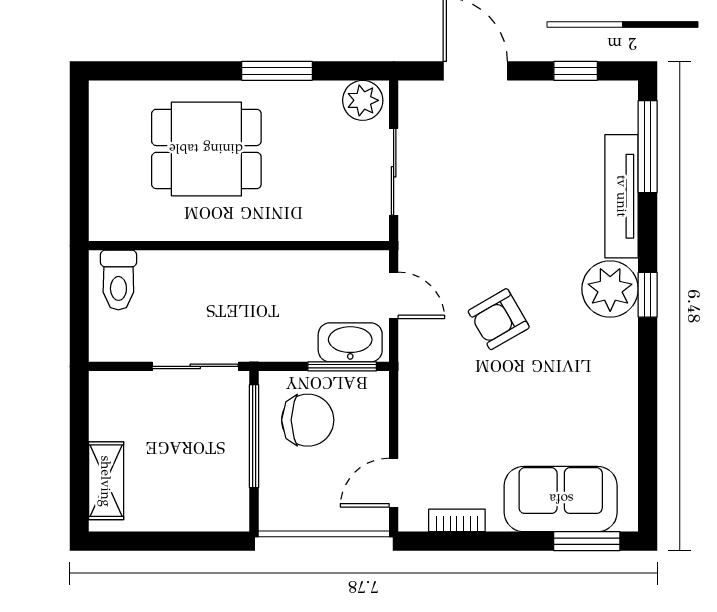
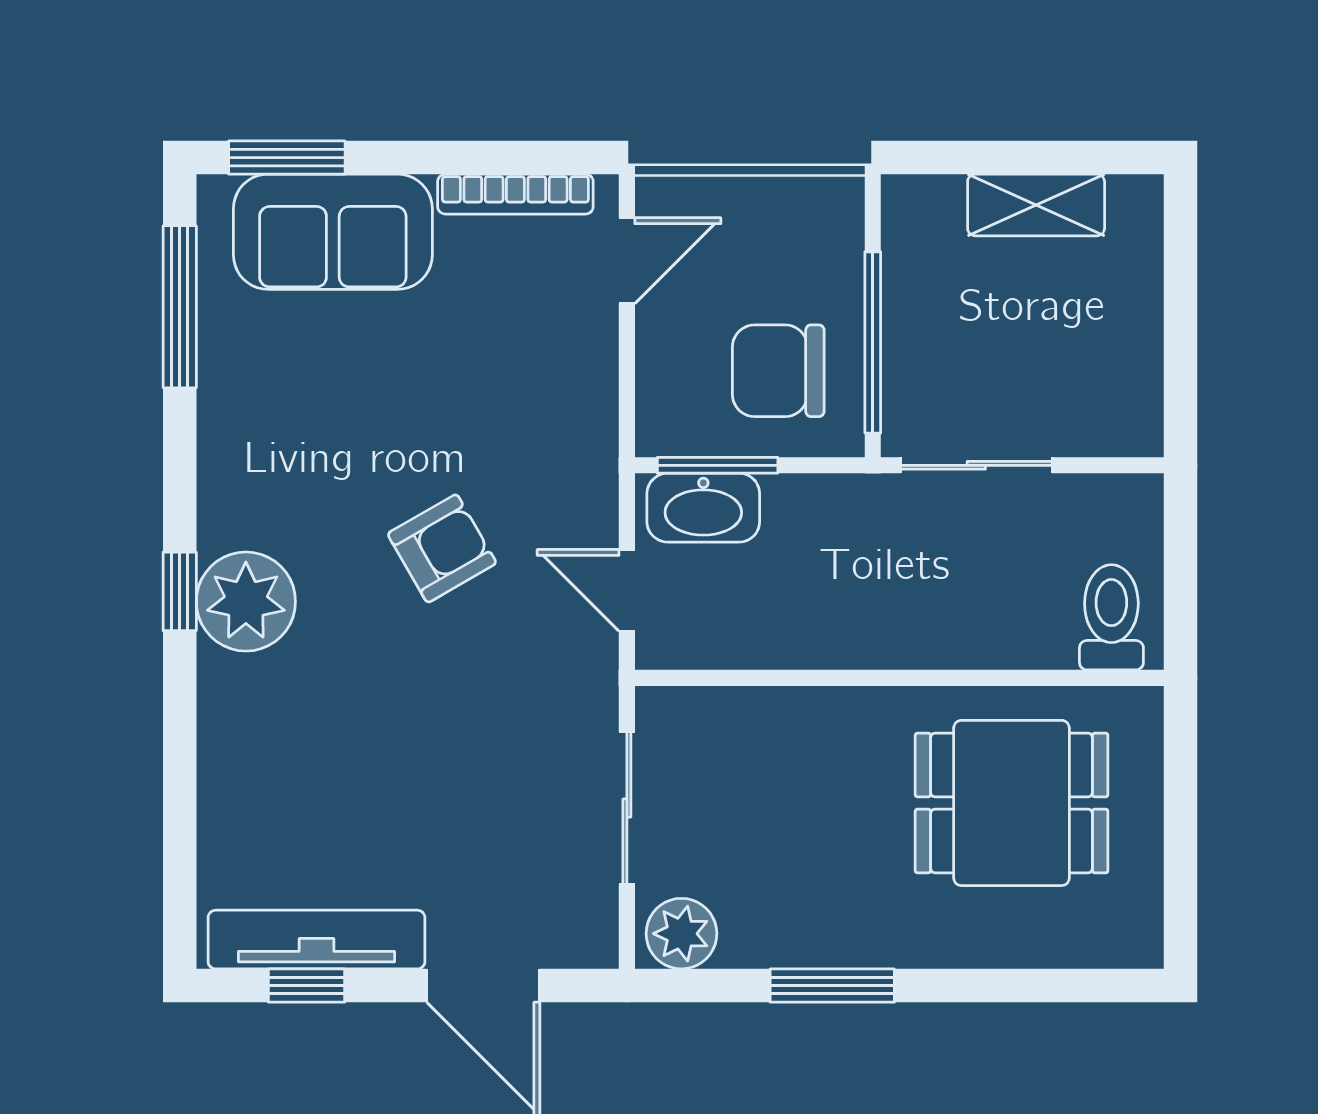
window: (648, 147) -> (180, 307), moved
dining table: (206, 149) -> (1012, 803), moved
tv unit: (622, 196) -> (316, 940), moved, turned -90
shelving: (106, 481) -> (1036, 205), moved, turned 90
bookcase: (457, 520) -> (515, 194), width x1.56

